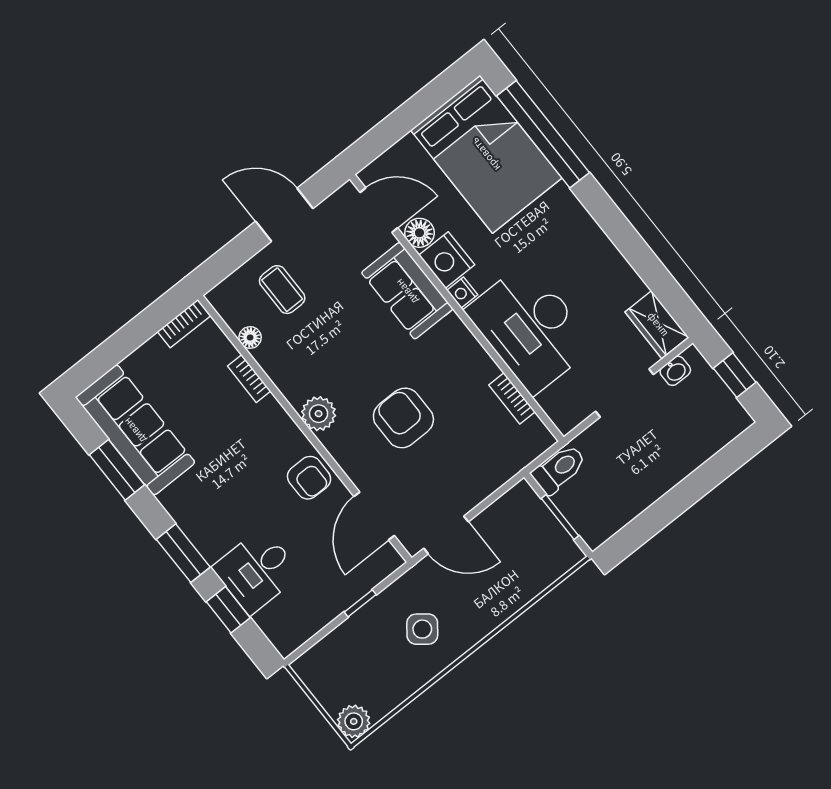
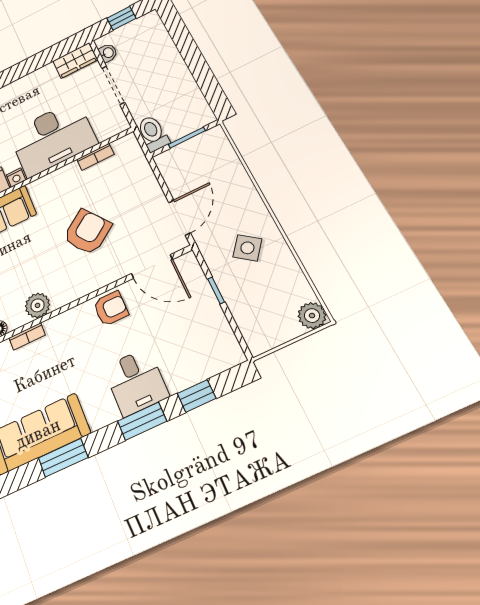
plant: (319, 414) -> (38, 305), moved
armchair: (403, 418) -> (87, 232), turned 144
desk: (257, 571) -> (136, 382), moved

